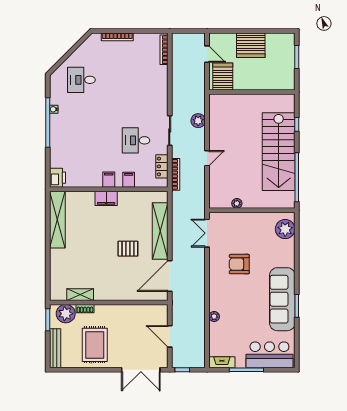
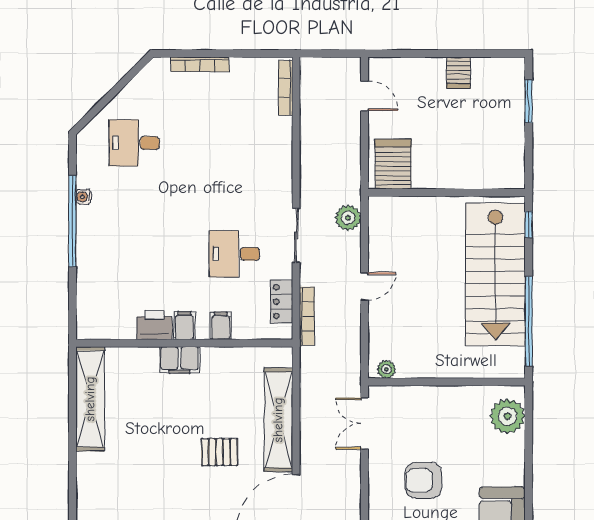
server rack: (251, 45) -> (458, 73), width x0.46, depth x0.70
server rack: (223, 76) -> (393, 164), moved
wall: (252, 92) -> (447, 193), moved
printer: (58, 178) -> (154, 325), moved, turned -90
plant: (237, 203) -> (386, 369), moved

